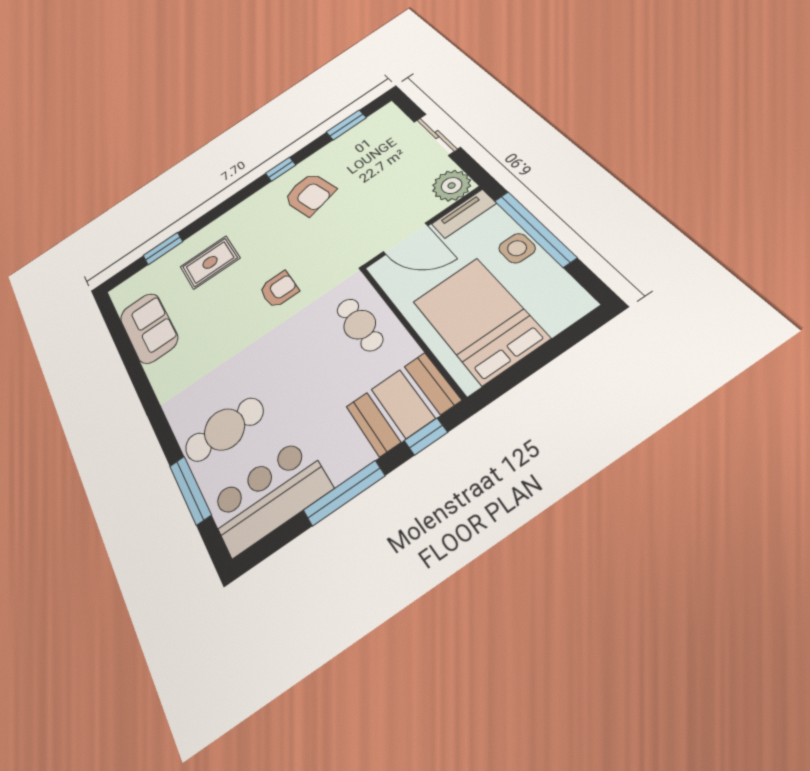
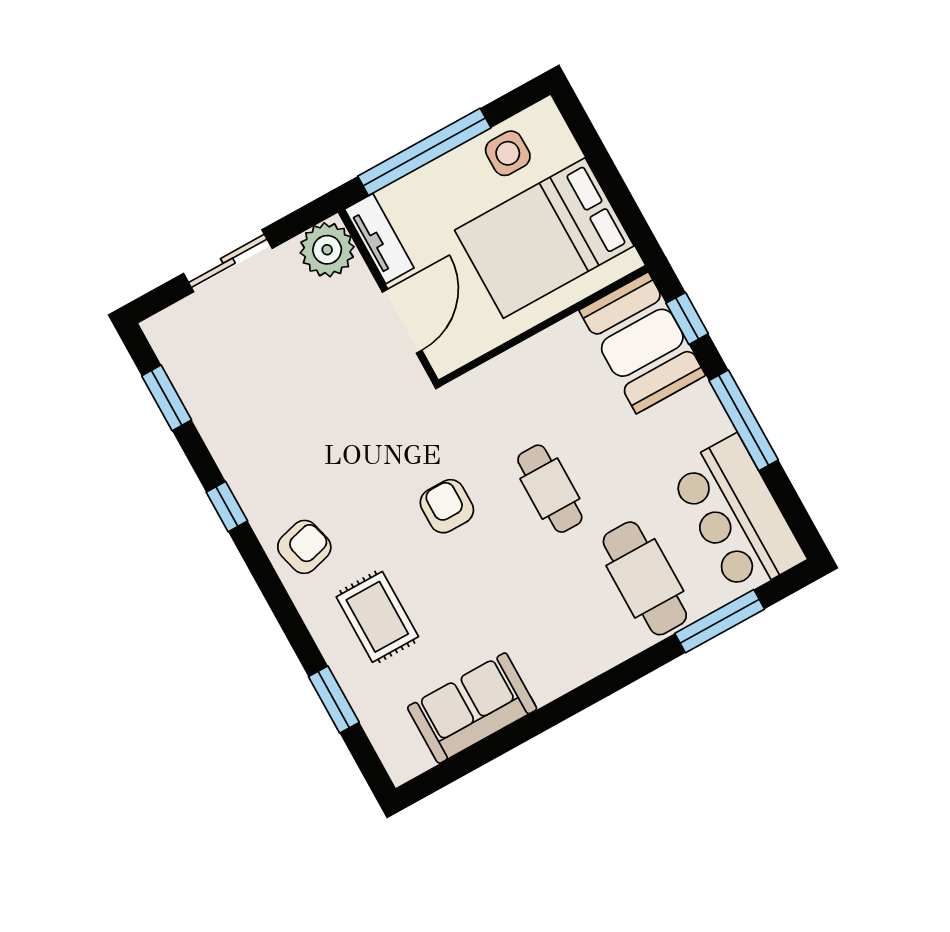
armchair: (310, 194) -> (304, 547), moved, width x0.72, depth x0.72
side table: (517, 248) -> (508, 153), moved
cafe table: (360, 325) -> (550, 489), moved, turned 90

